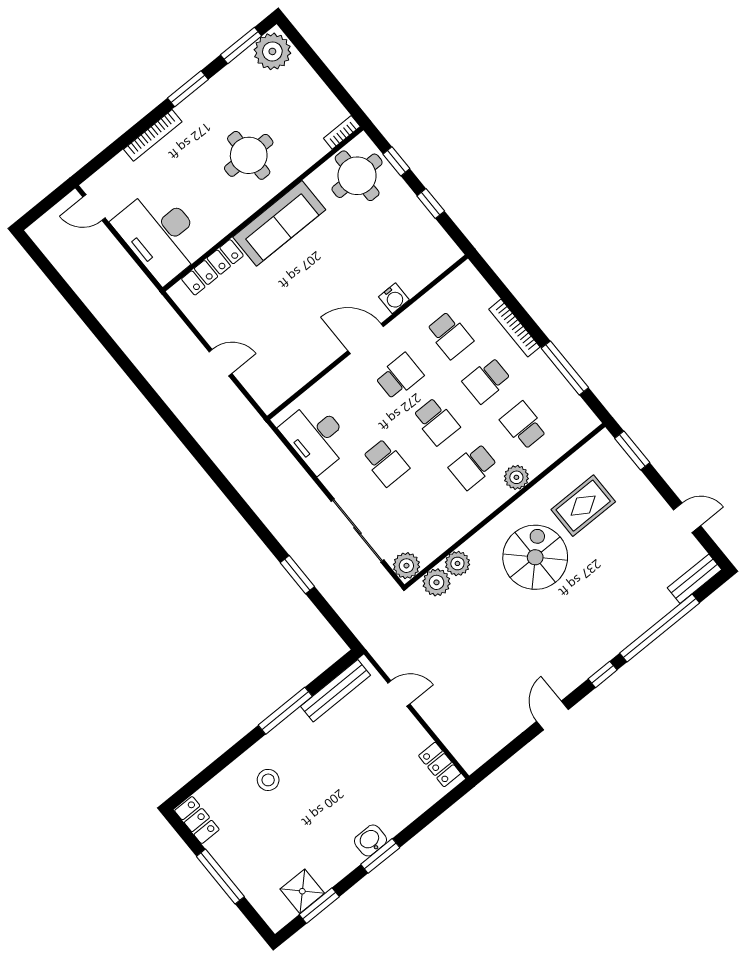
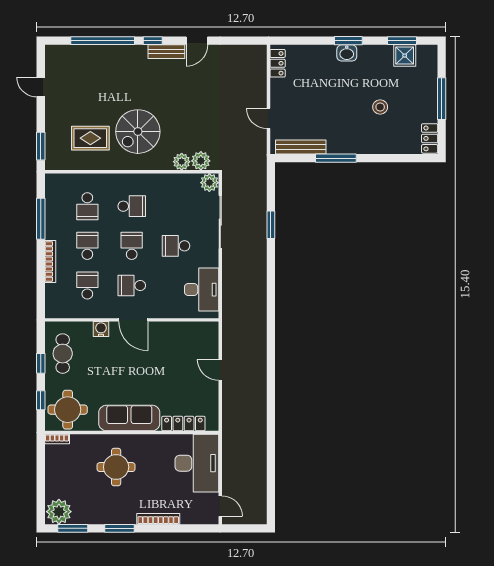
cafe table: (415, 235) -> (63, 354), added
school desk: (487, 380) -> (87, 246), turned -90
school desk: (386, 463) -> (176, 246), turned -90
plant: (516, 477) -> (113, 182), removed
bench: (694, 579) -> (166, 52), moved
stool: (268, 780) -> (380, 107), moved

